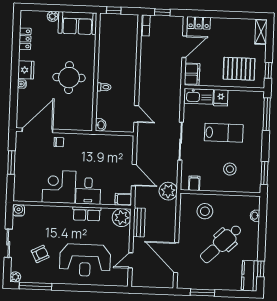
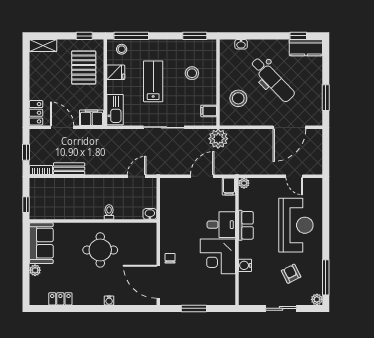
fridge: (26, 70) -> (94, 297), removed
fridge: (221, 98) -> (116, 72), moved
stool: (255, 105) -> (122, 49), added
water cooler: (19, 210) -> (245, 265), moved
plant: (122, 218) -> (244, 183), width x0.53, depth x0.53
bench: (139, 222) -> (69, 169), moved

